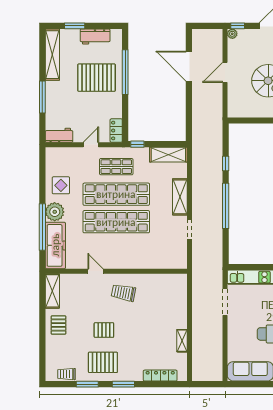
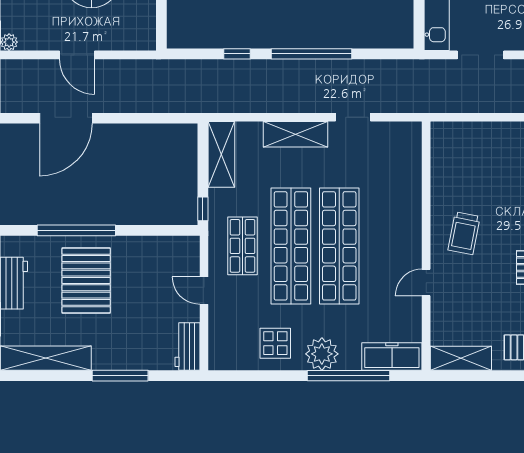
locker: (116, 131) -> (179, 246), removed
freezer: (55, 245) -> (392, 357), width x0.73, depth x0.79

